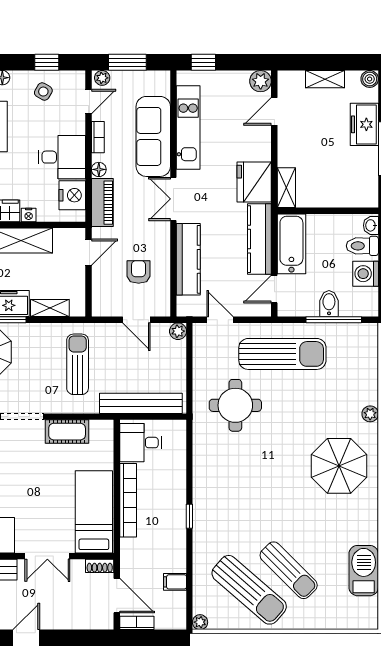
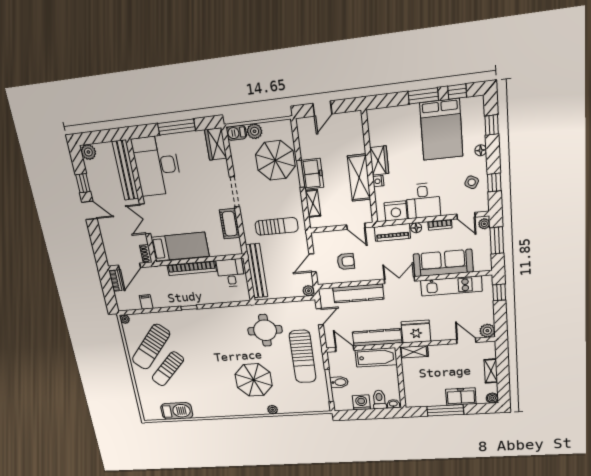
parasol: (339, 466) -> (254, 380), moved

